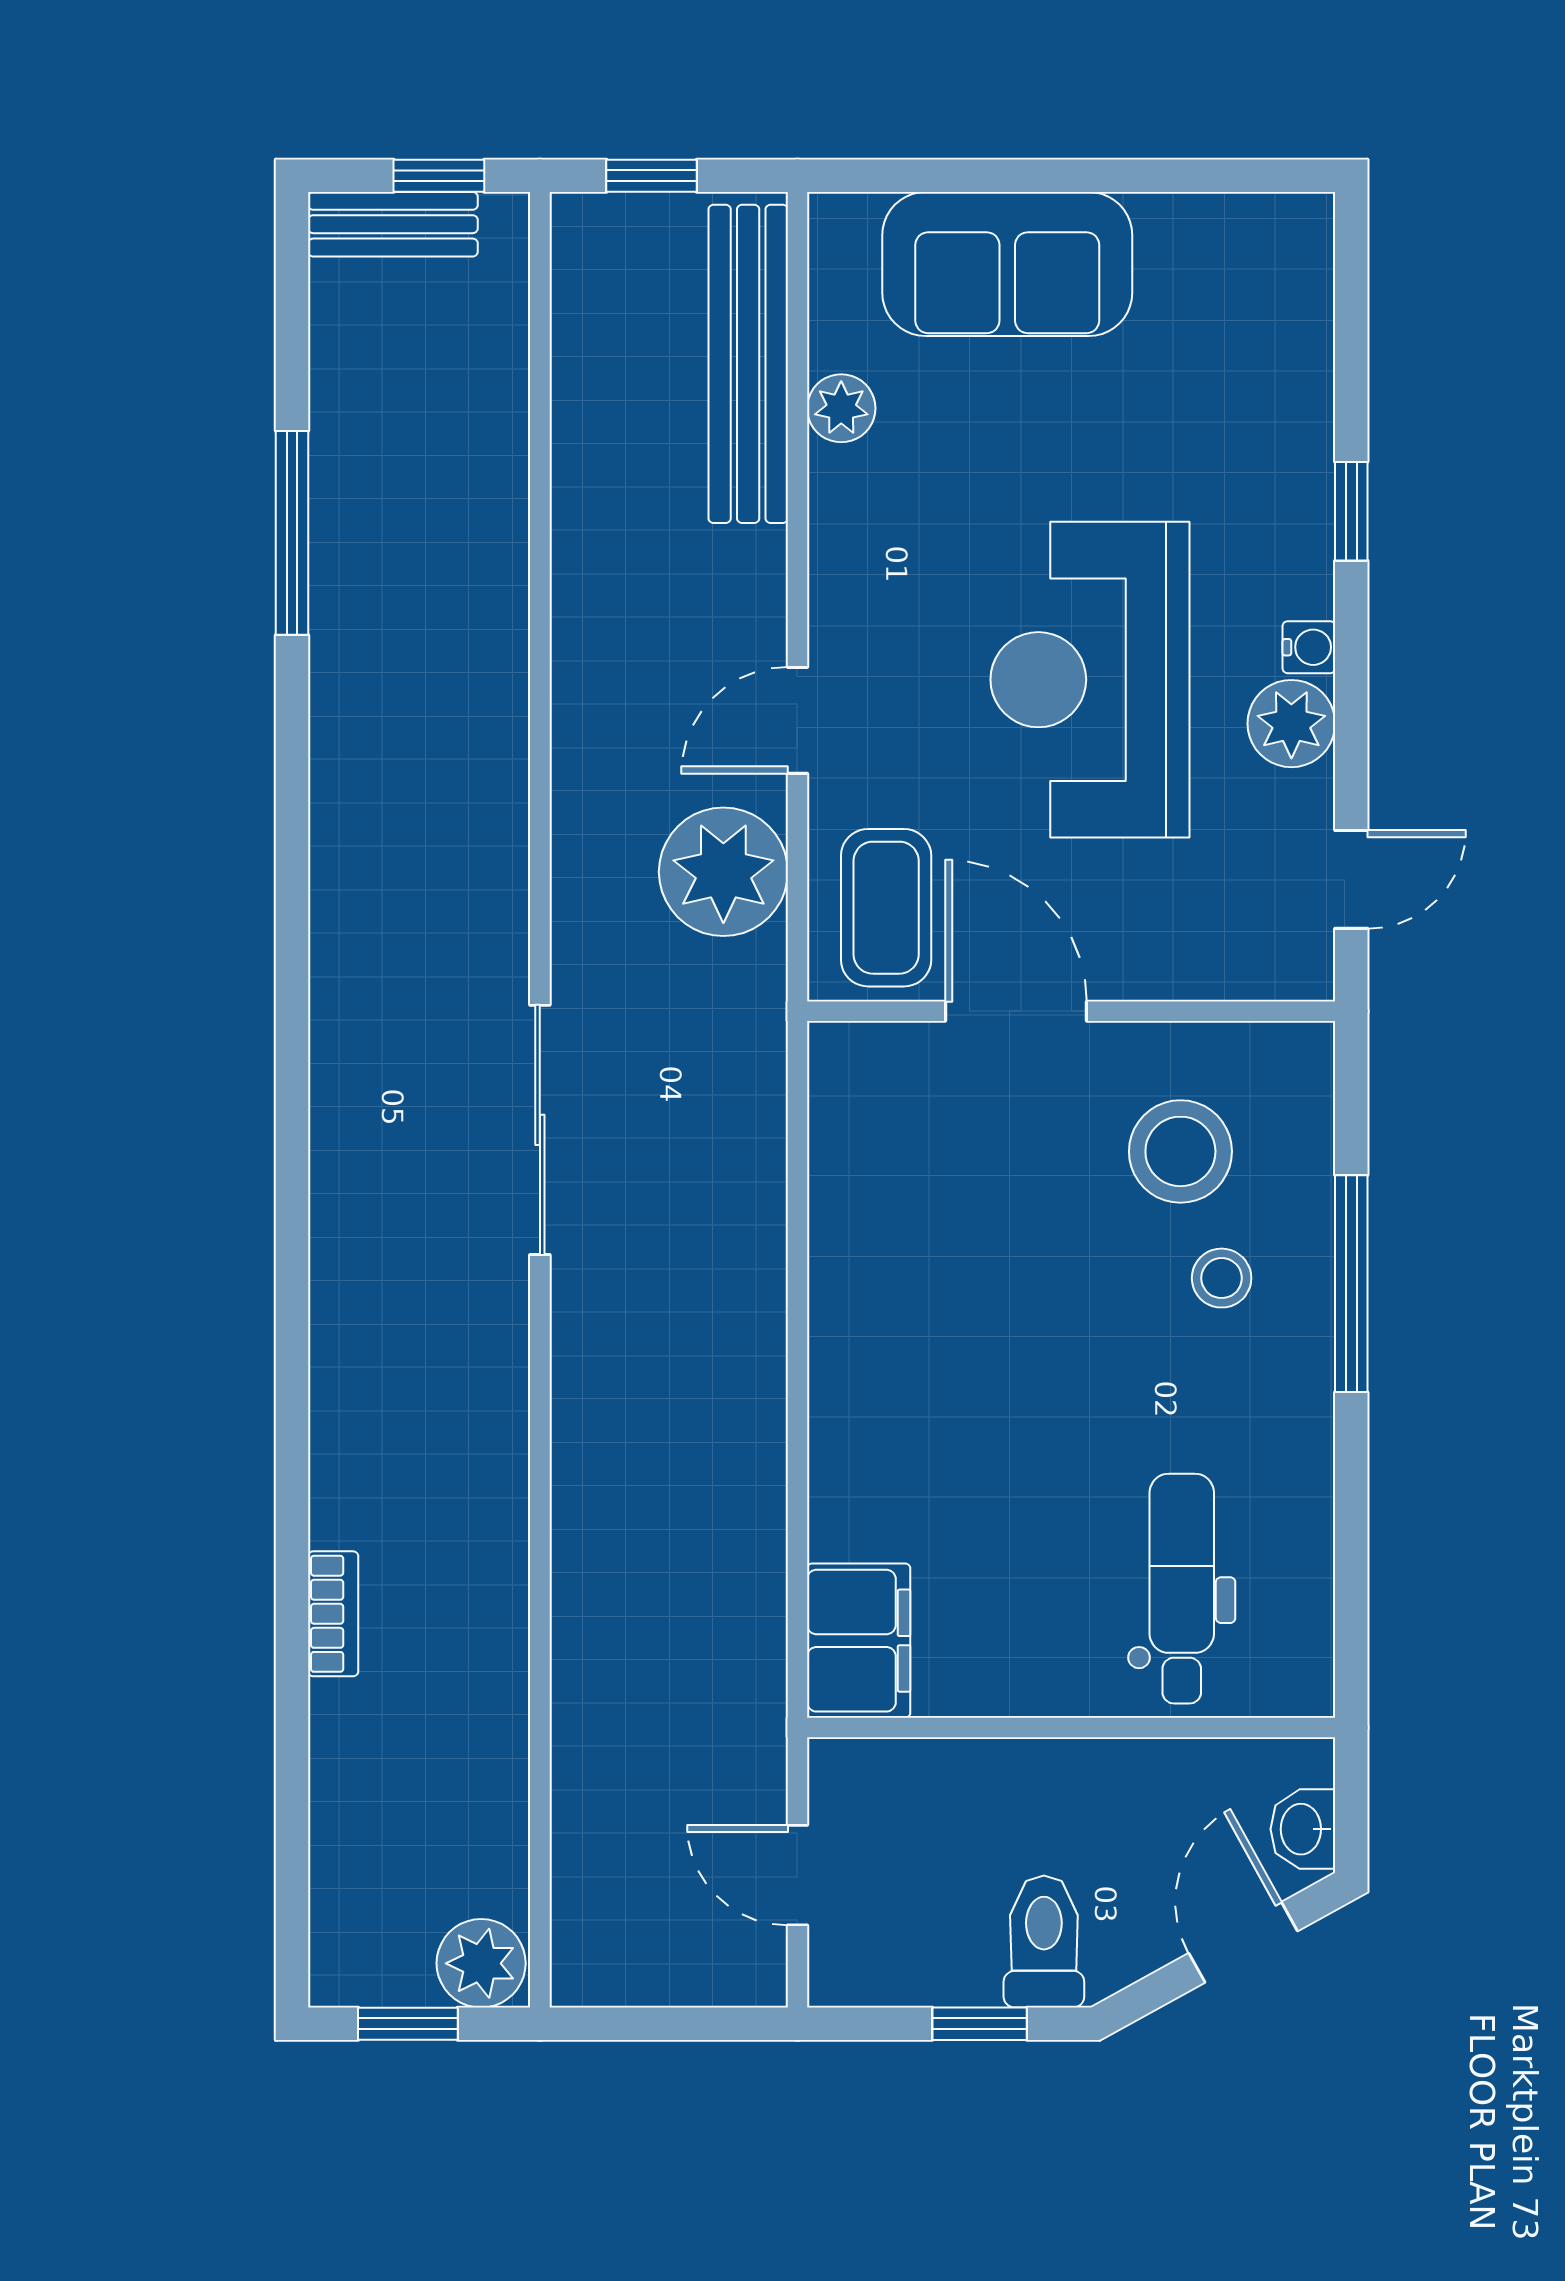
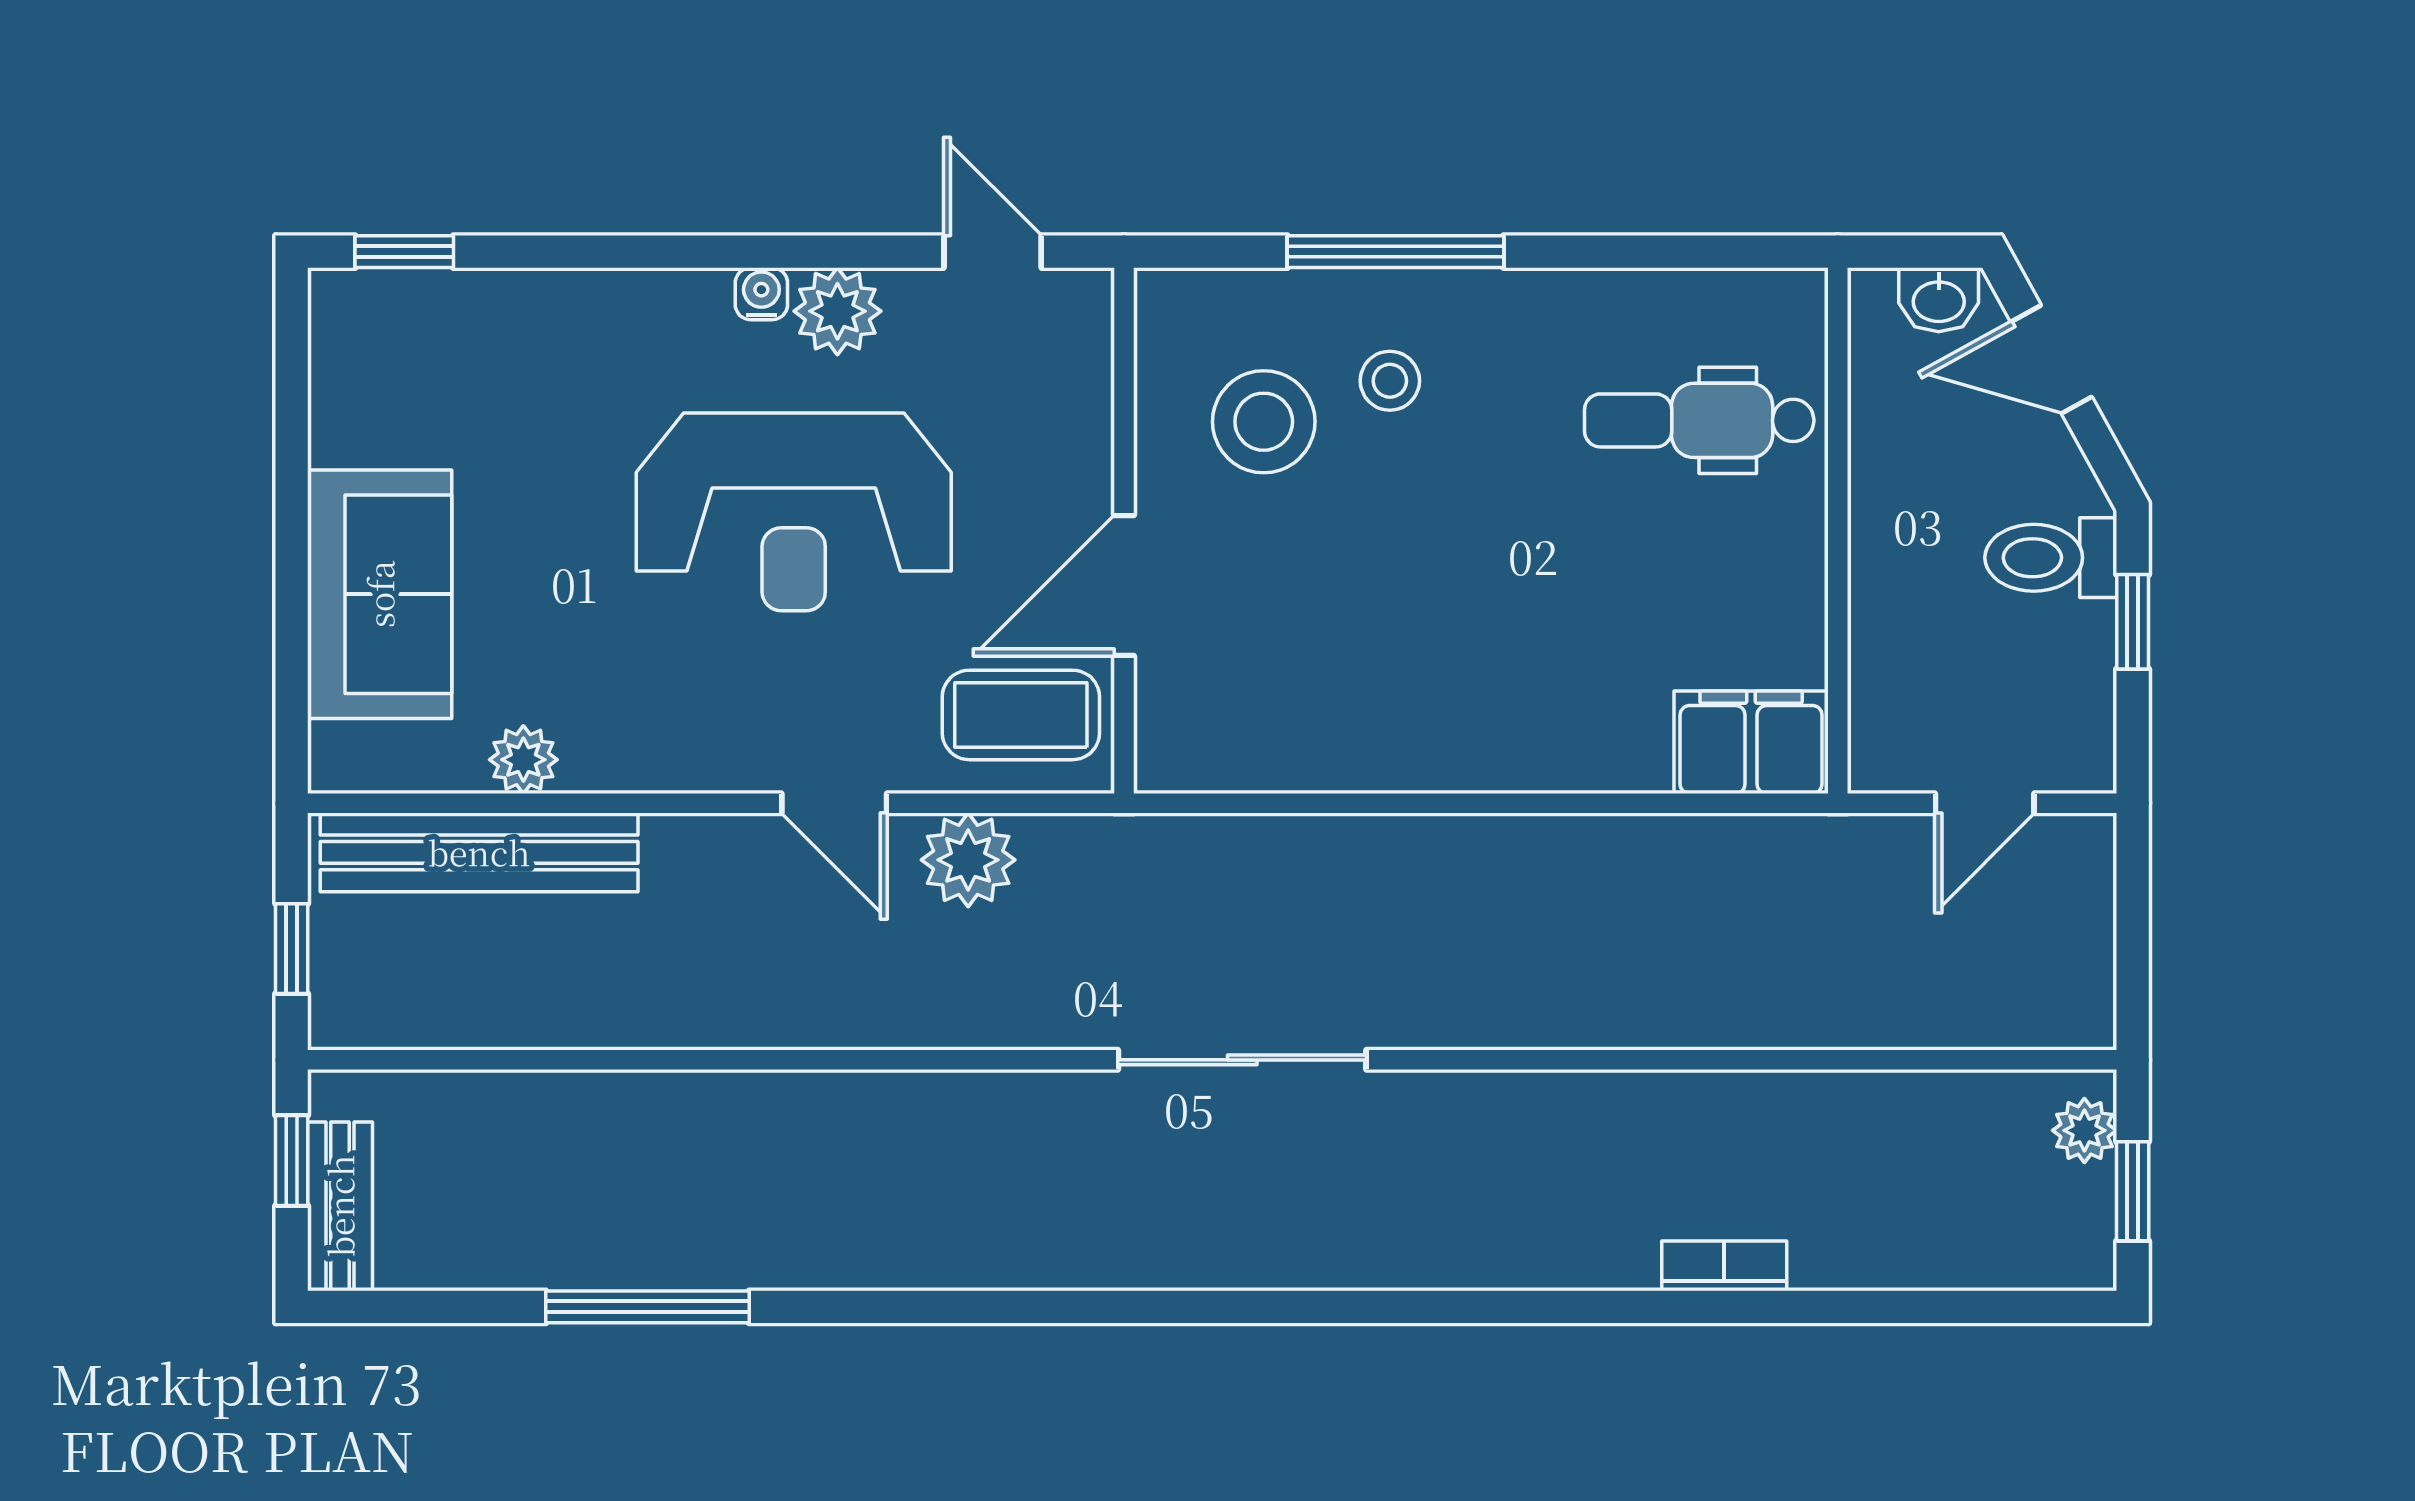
window: (1351, 511) -> (404, 252), moved
plant: (723, 872) -> (968, 860), width x0.73, depth x0.73
plant: (481, 1963) -> (2084, 1130), width x0.73, depth x0.73

